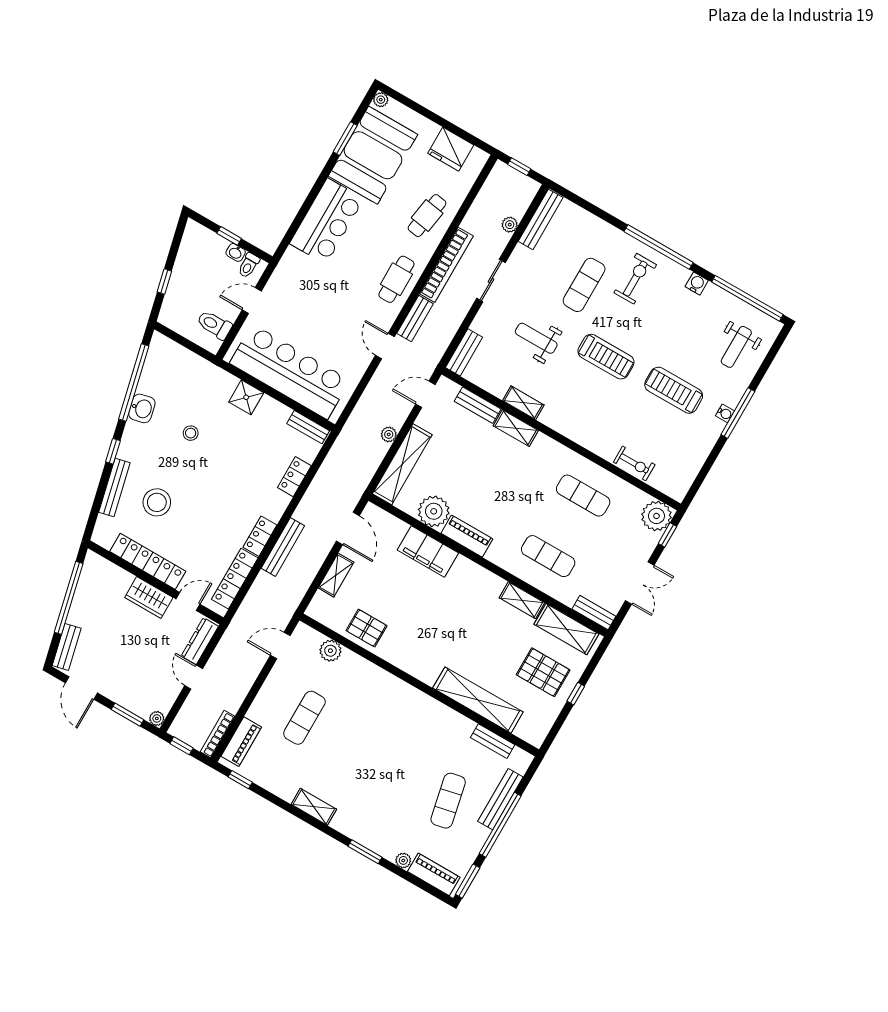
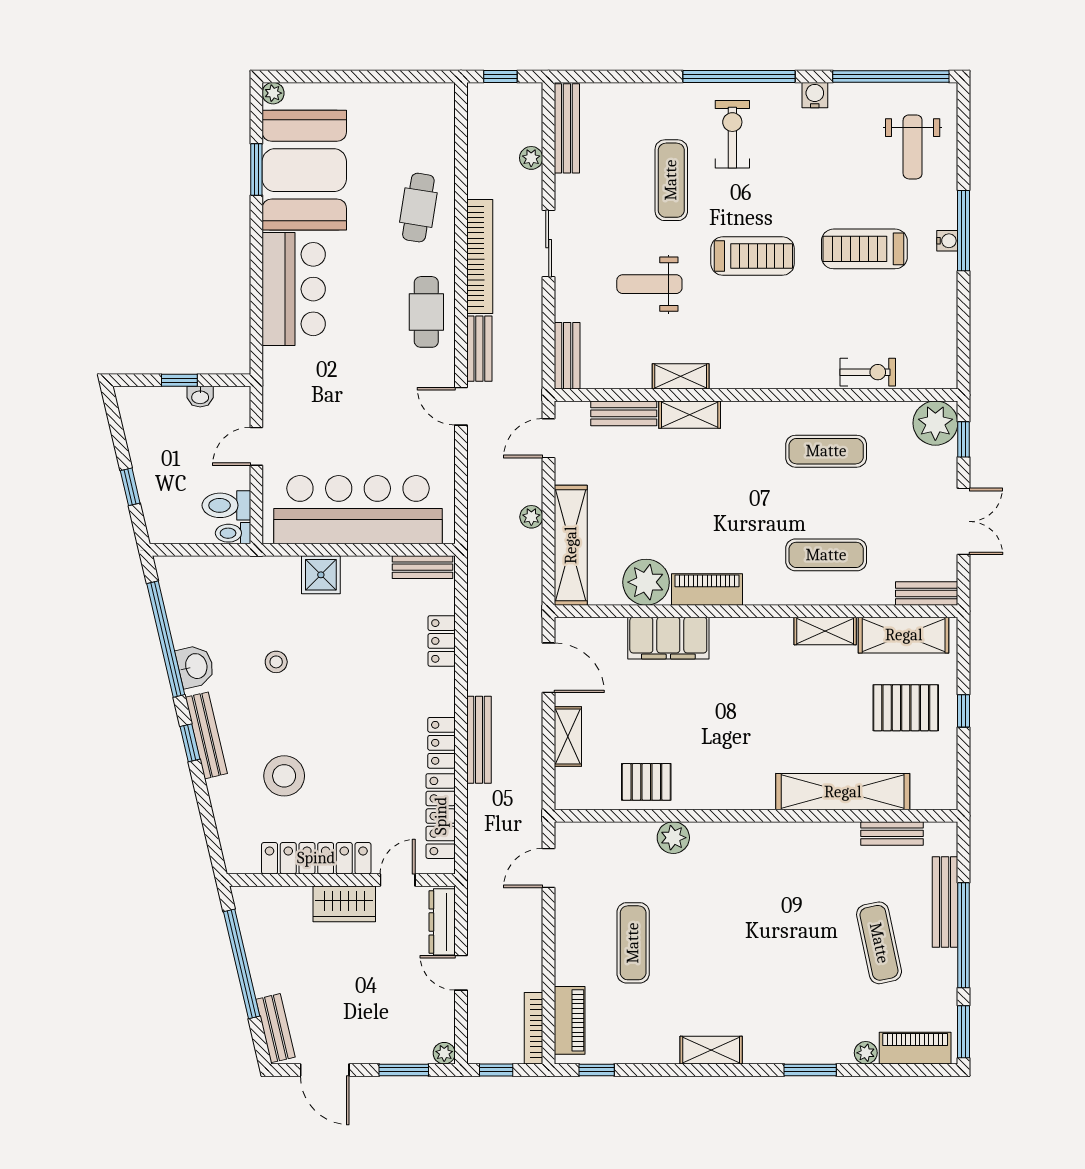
fridge: (451, 149) -> (400, 105), removed
toilet: (249, 265) -> (233, 533), moved, turned 90
bench: (114, 488) -> (206, 735), moved
plant: (330, 651) -> (673, 838), moved

